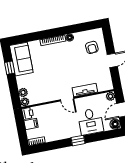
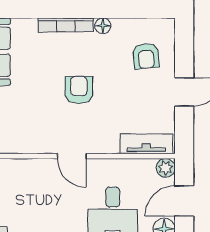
armchair: (64, 69) -> (79, 90), added
tv unit: (85, 90) -> (146, 144), moved

